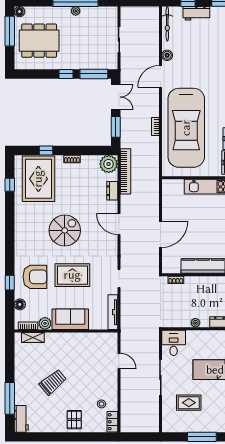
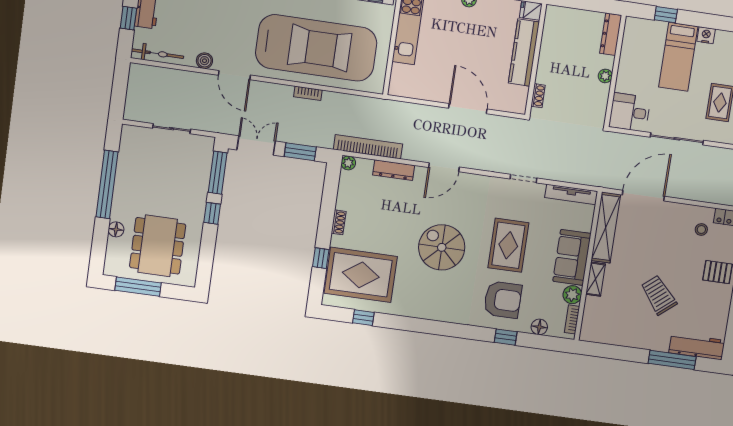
plant: (76, 11) -> (121, 186), removed
floor lamp: (19, 12) -> (116, 229), moved
plant: (109, 164) -> (348, 163), width x0.53, depth x0.53
dresser: (112, 191) -> (394, 170), width x1.44
armchair: (35, 277) -> (503, 300), turned 90
shelving: (33, 338) -> (596, 279), moved
shelving: (94, 339) -> (606, 228), added
door: (119, 361) -> (643, 196), width x1.87
workbench: (21, 419) -> (697, 346), width x1.38

